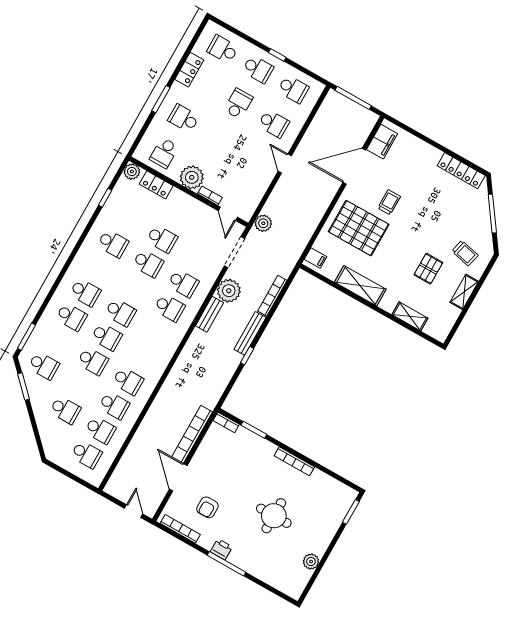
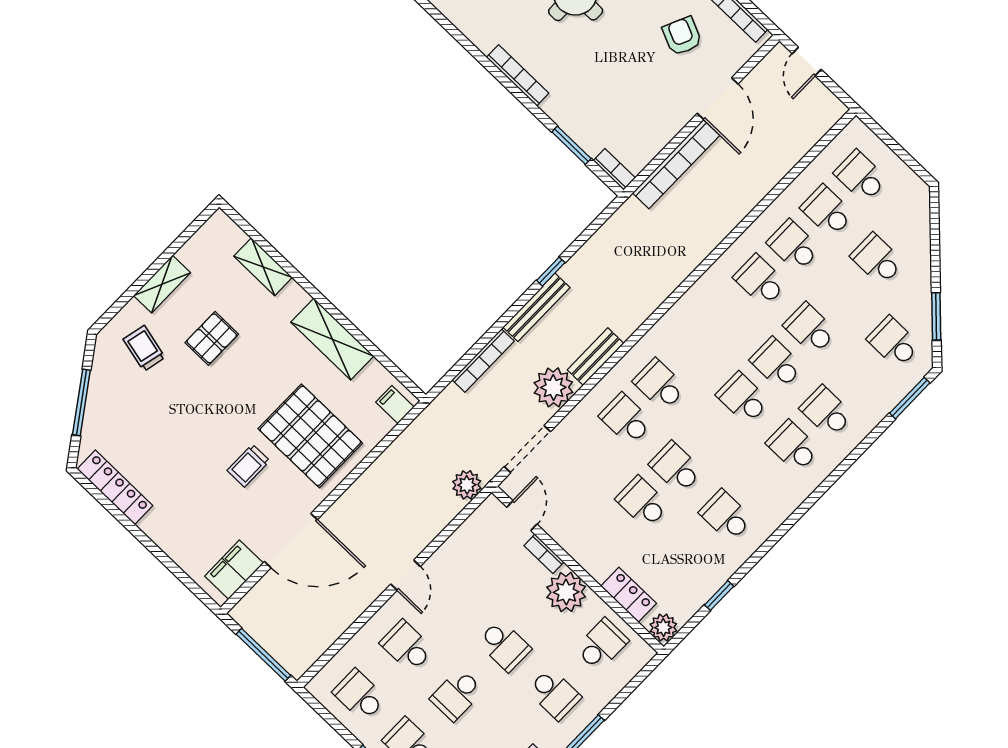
school desk: (219, 138) -> (504, 646), added
armchair: (207, 507) -> (682, 36), turned -66

